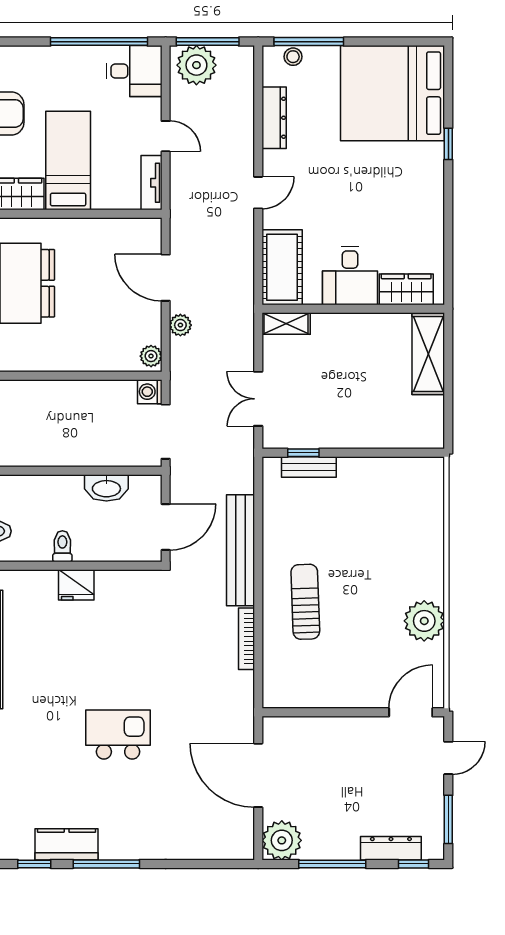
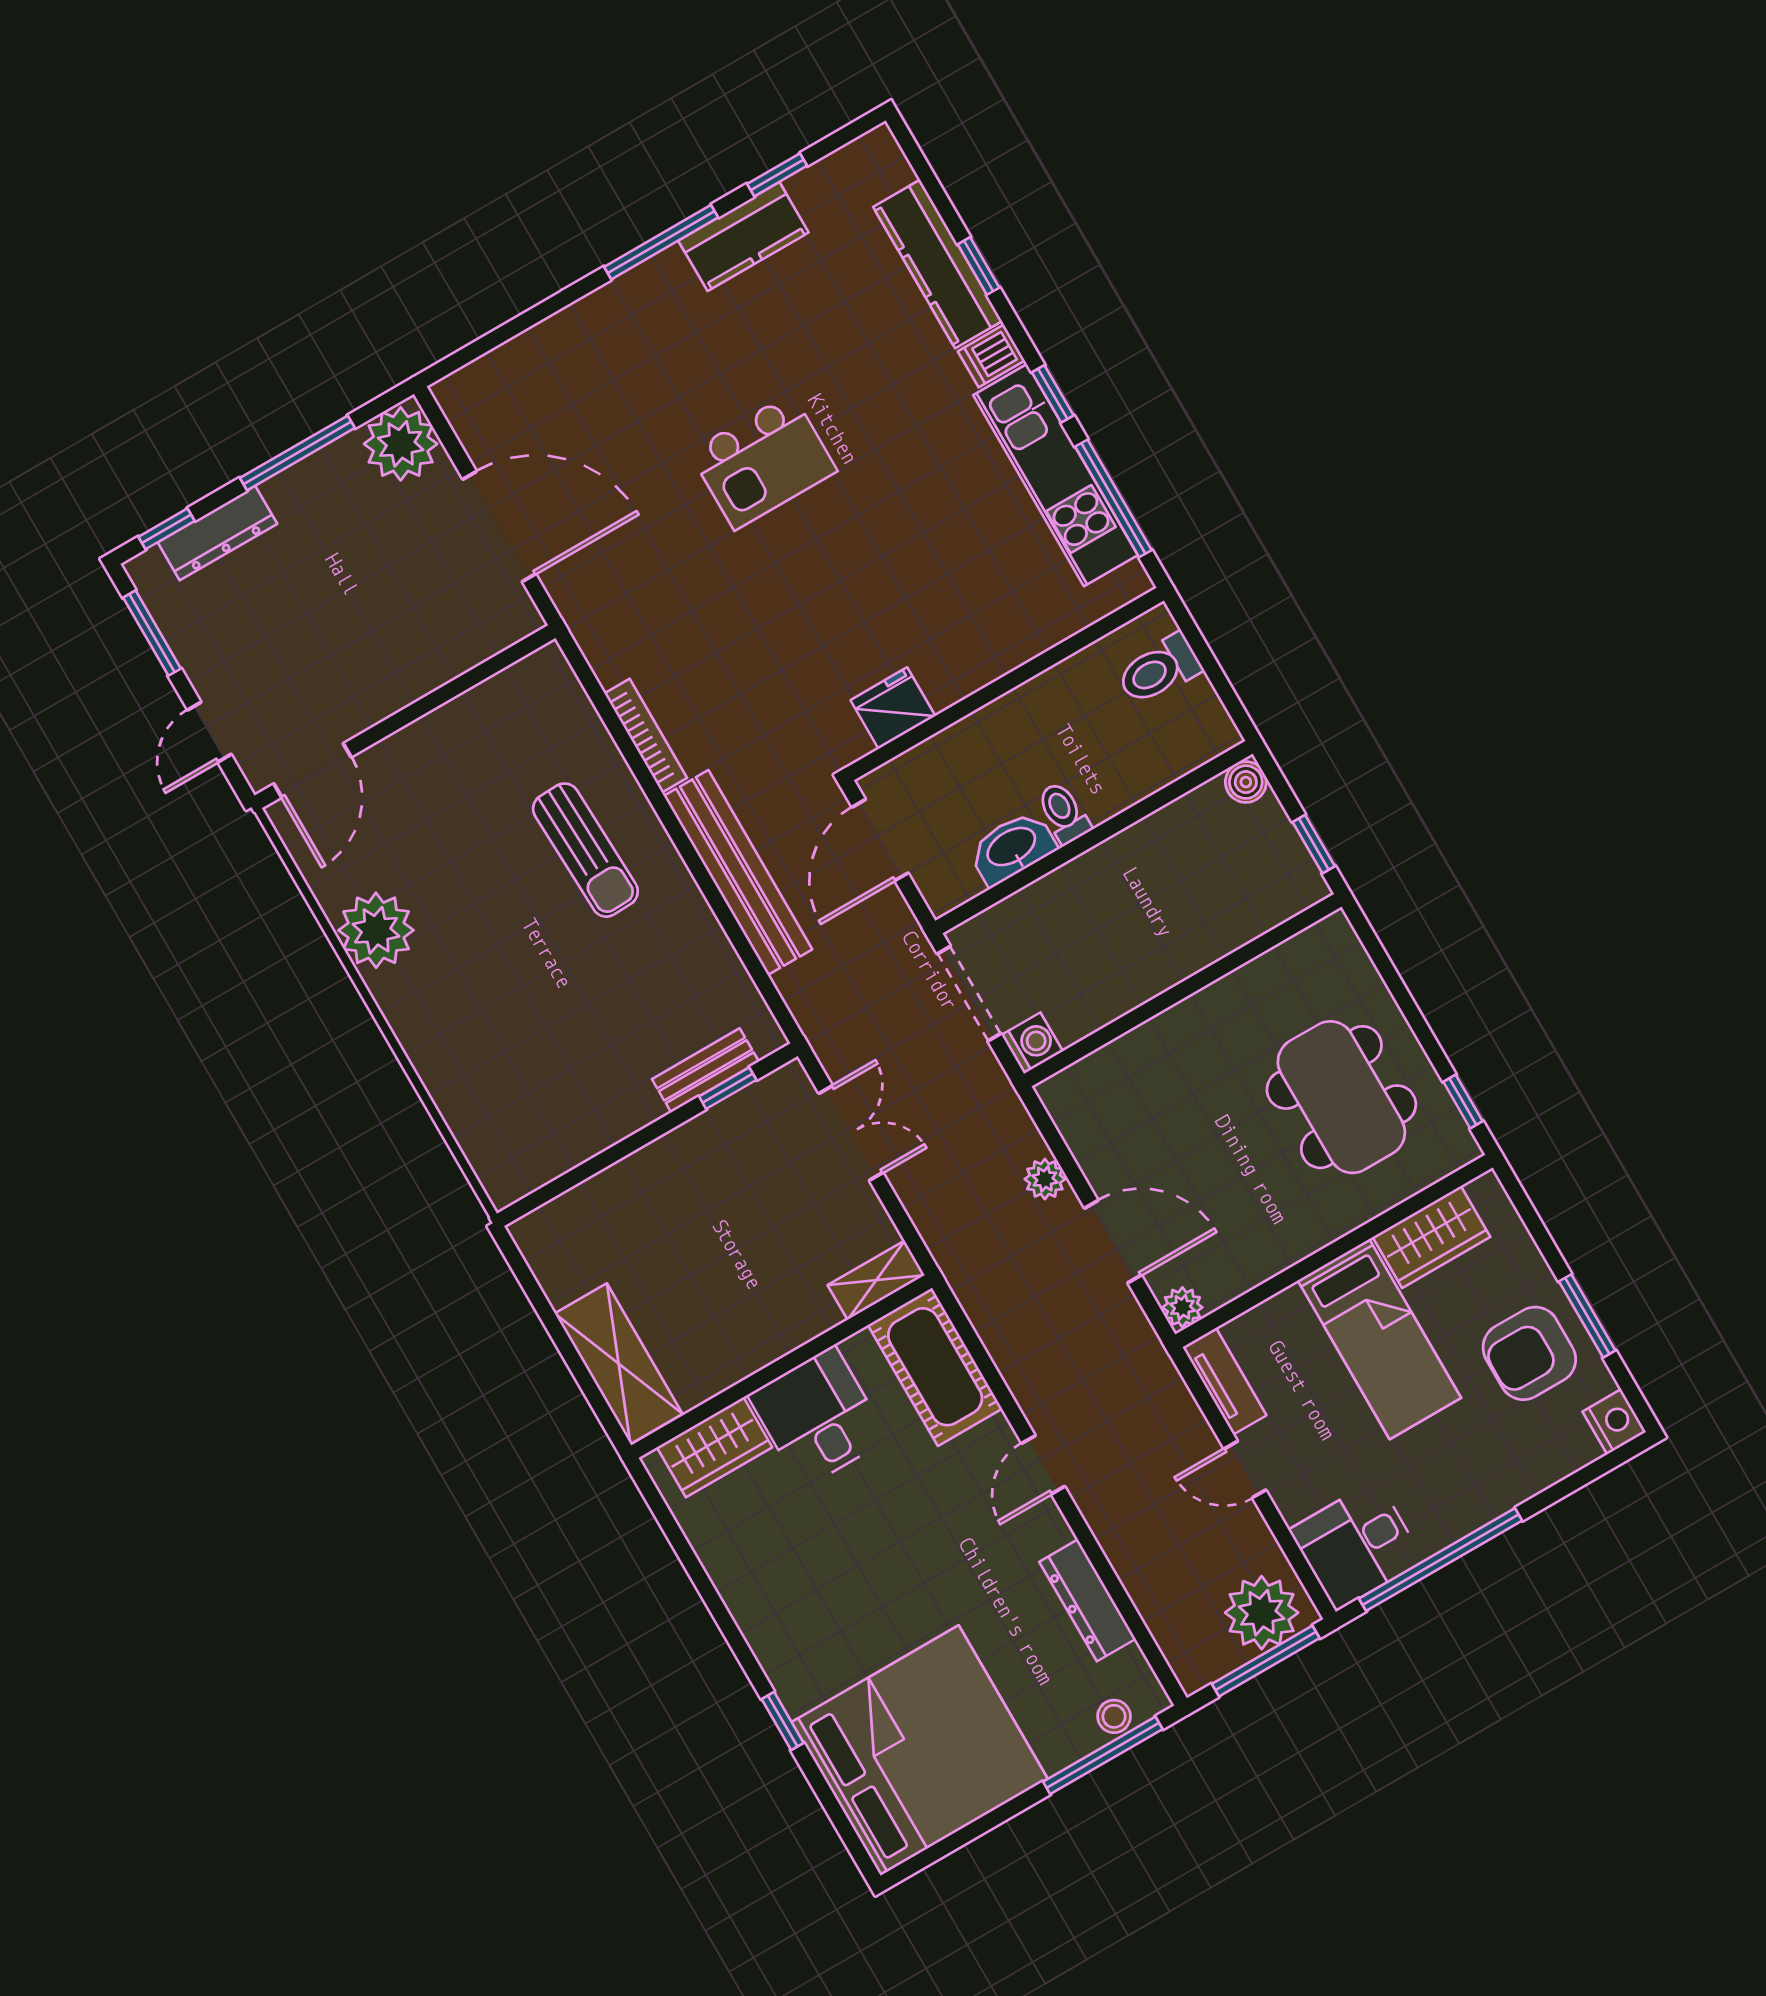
plant: (151, 356) -> (1182, 1307), moved
toilet: (62, 546) -> (1064, 813), moved, turned 180
fridge: (76, 585) -> (893, 708), moved

